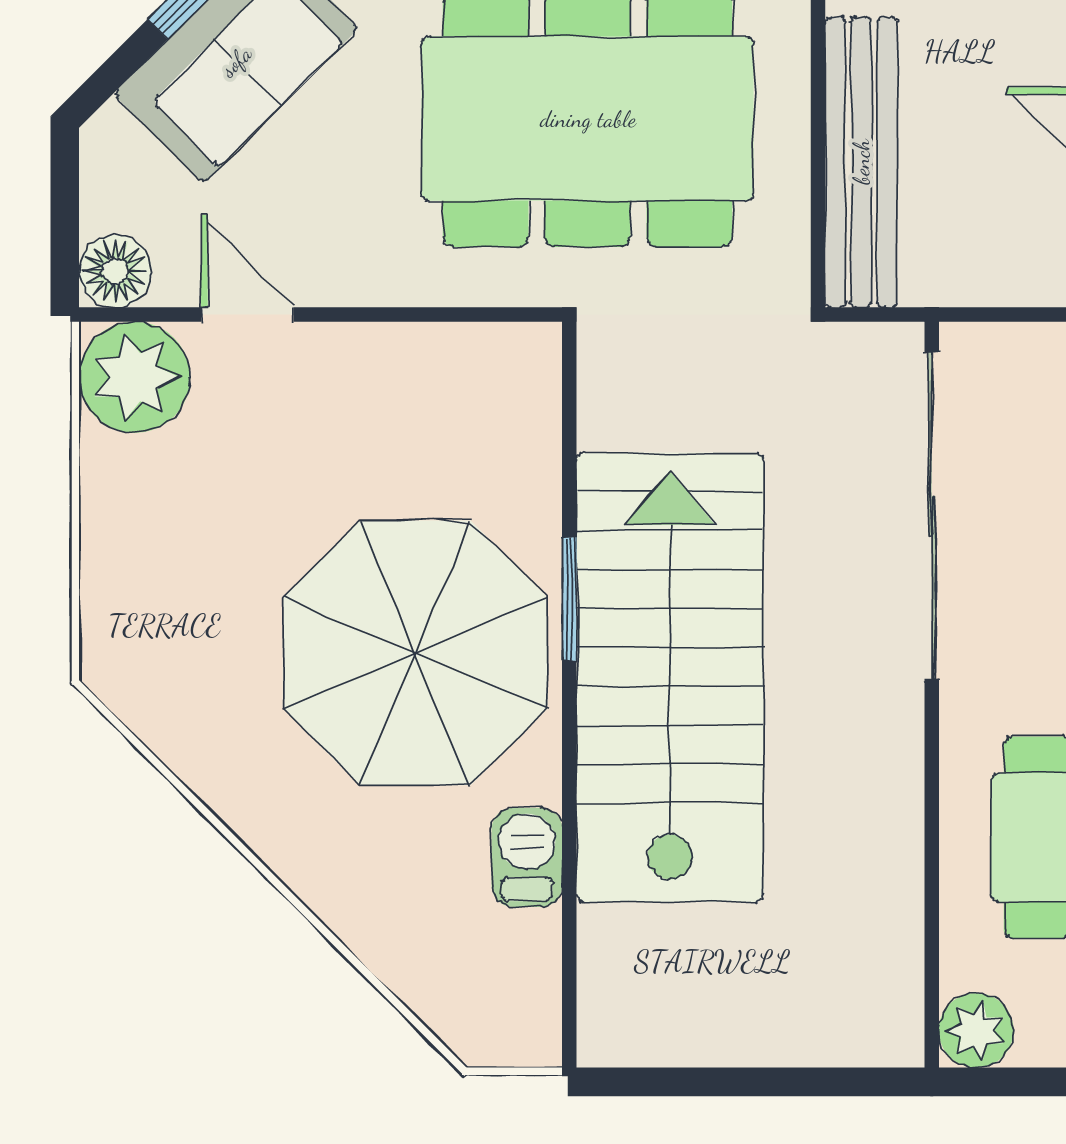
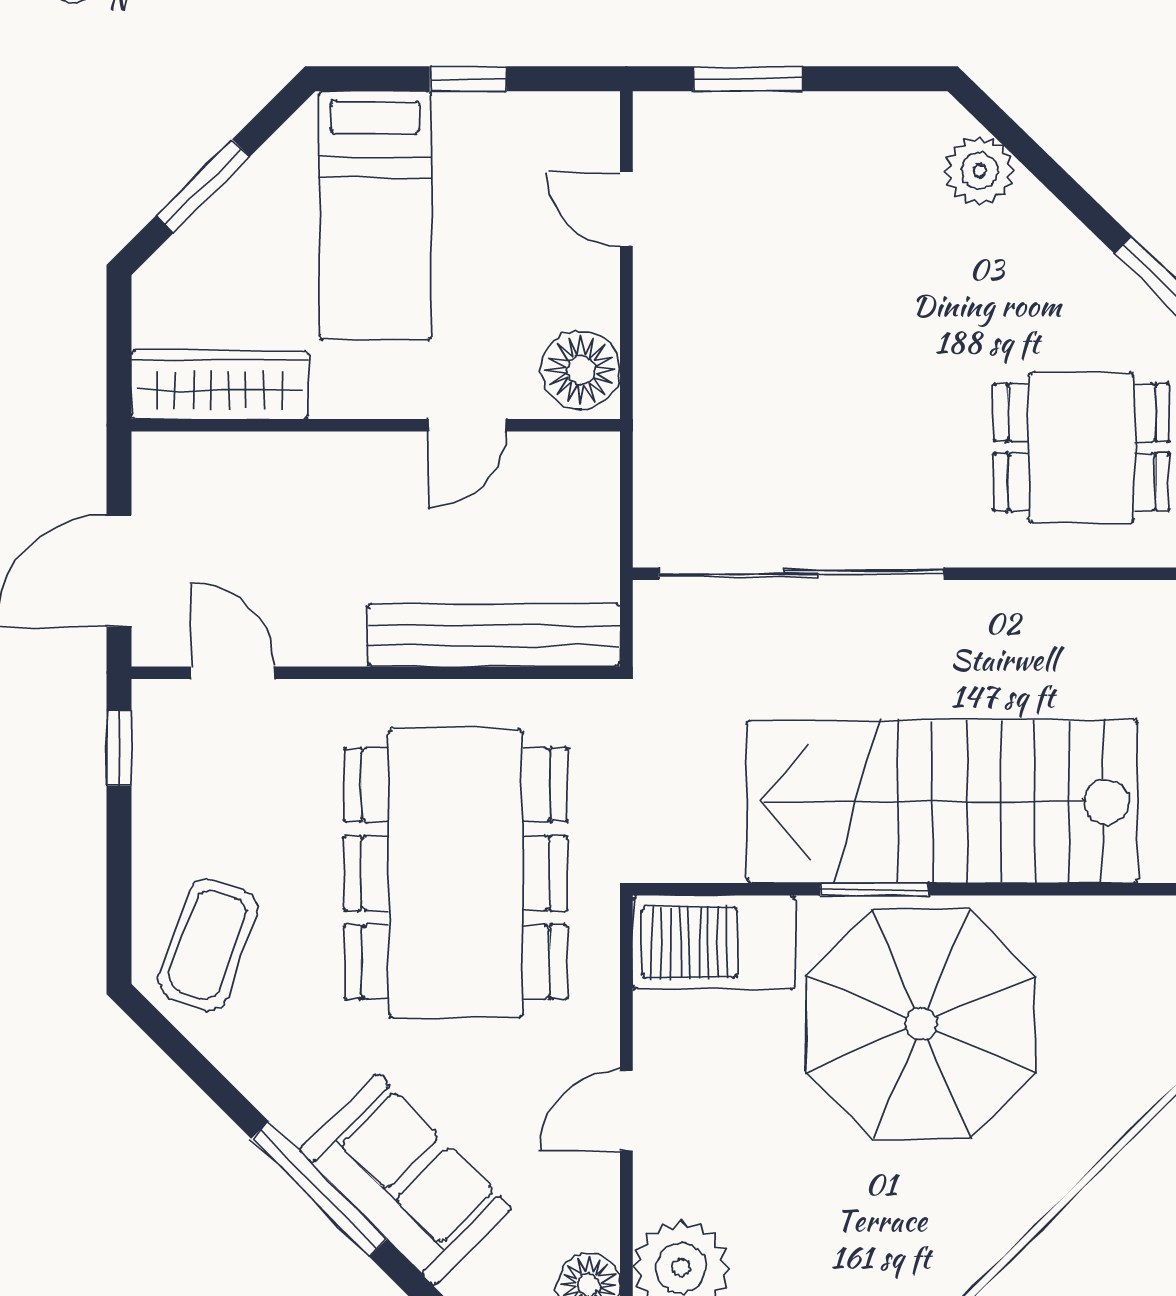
door: (247, 314) -> (626, 1110), moved
barbecue: (527, 857) -> (714, 942), moved, width x1.88, depth x1.53

